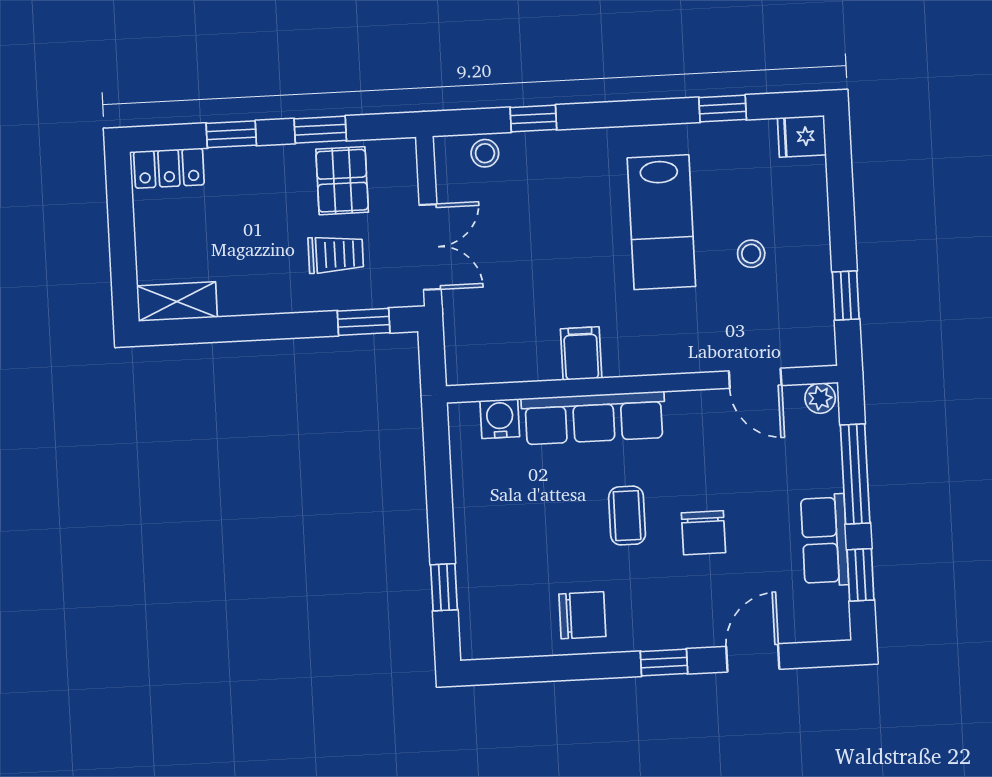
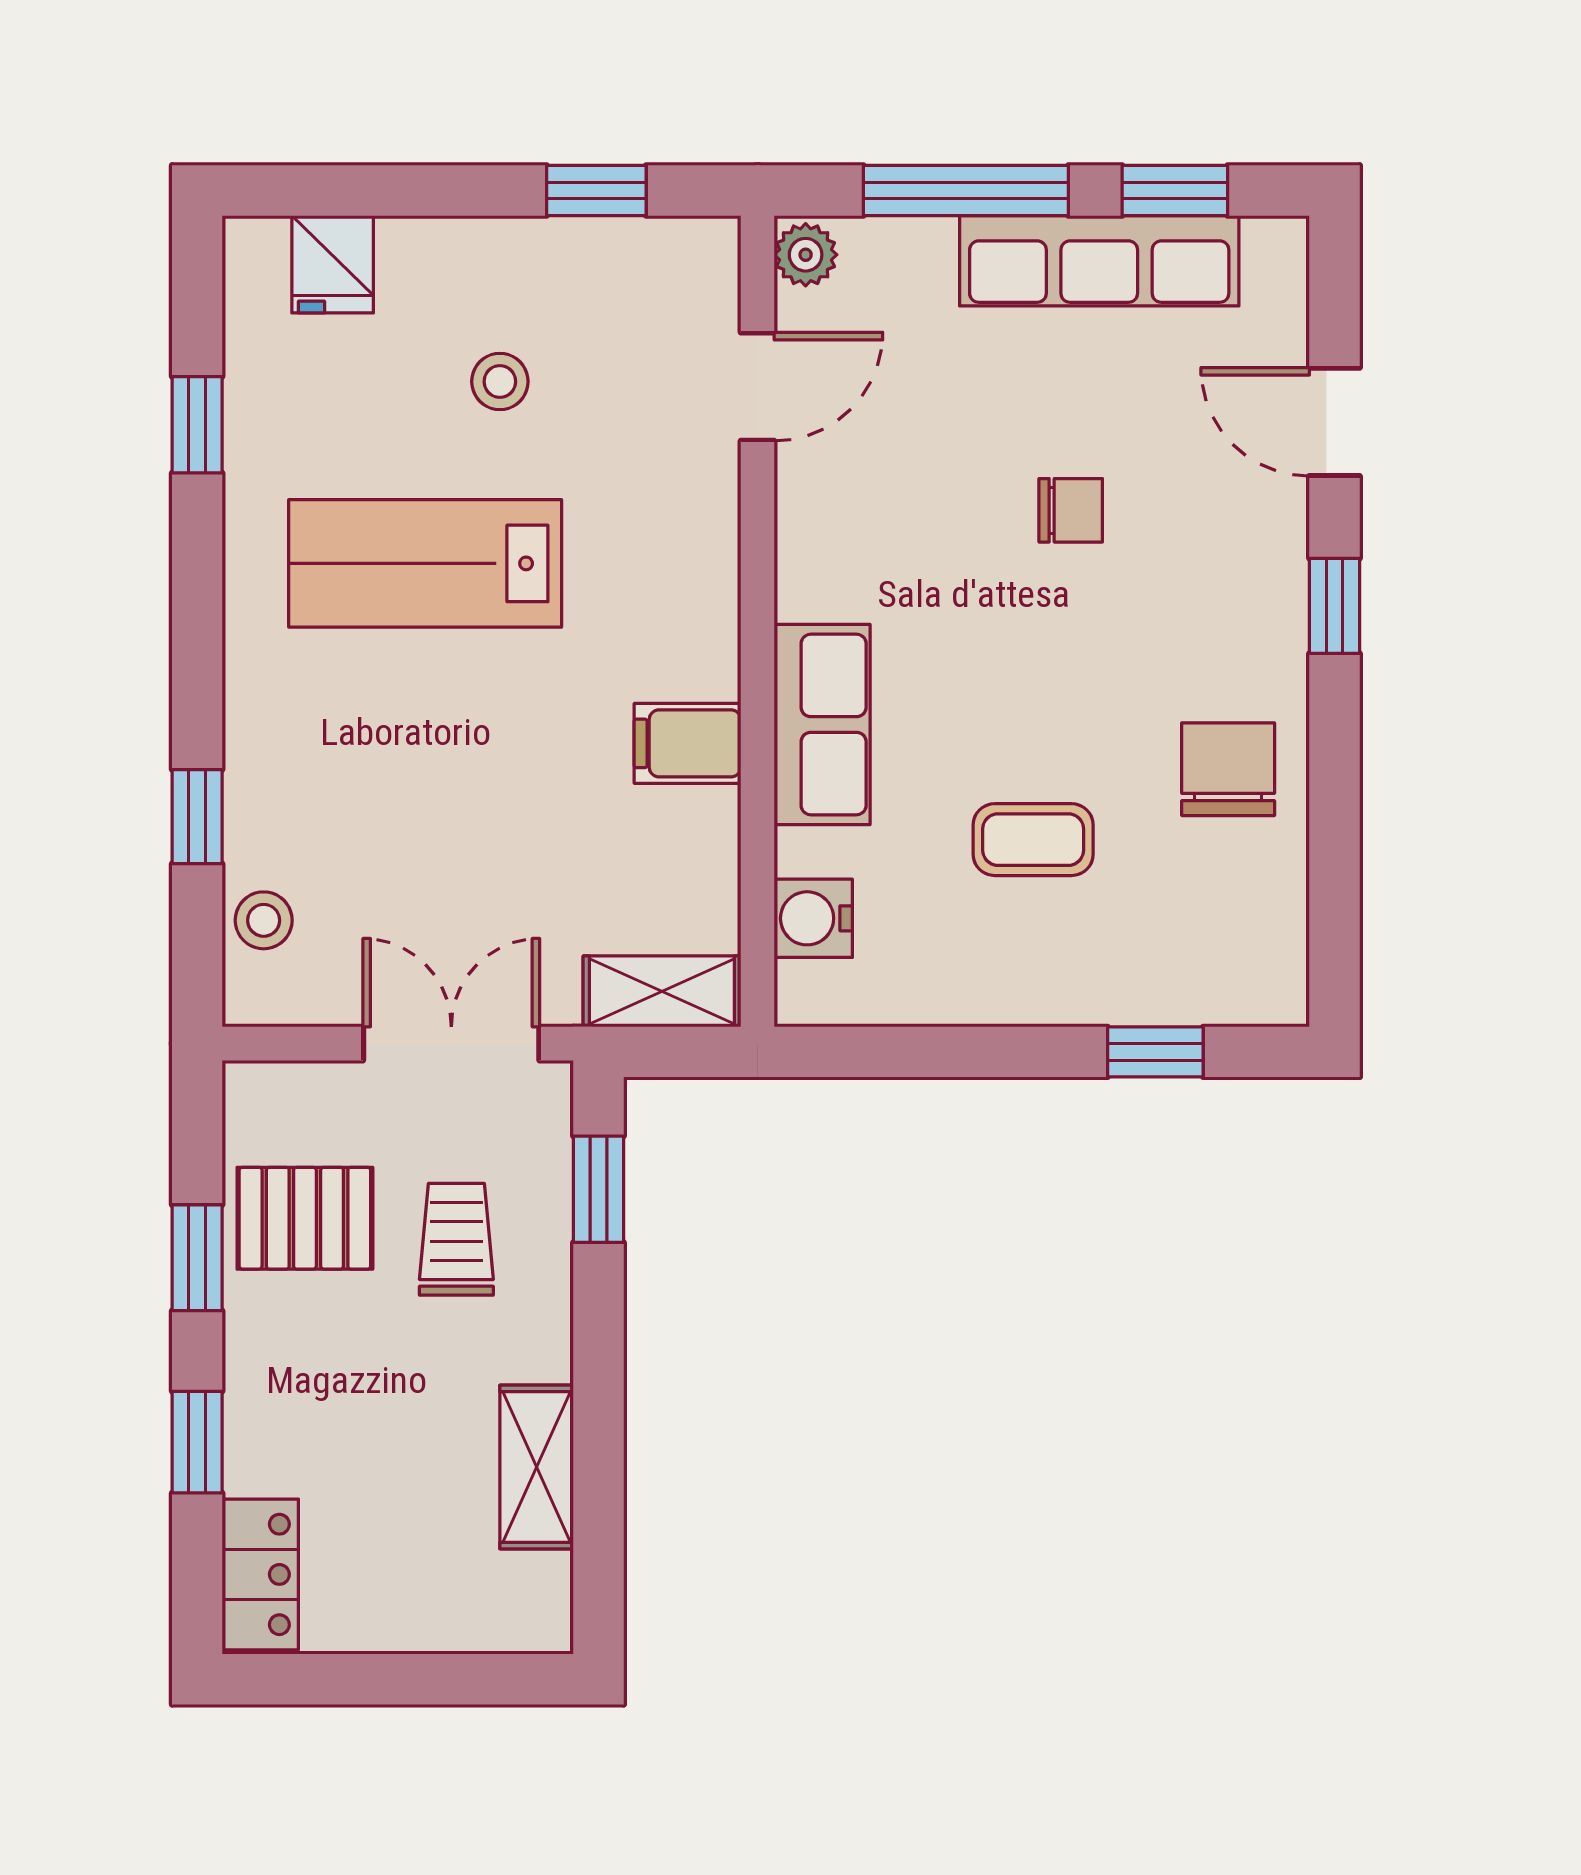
fridge: (802, 136) -> (333, 264), moved
lab bench: (661, 222) -> (425, 563), turned 180
shelving: (177, 302) -> (537, 1467), moved
shelving: (461, 347) -> (662, 991), added
row of seats: (594, 418) -> (822, 724), width x0.68
coffee table: (627, 516) -> (1033, 840), moved
chair: (703, 533) -> (1071, 510), width x0.73, depth x0.73
row of seats: (825, 540) -> (1099, 261), width x1.48

